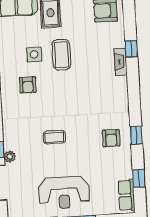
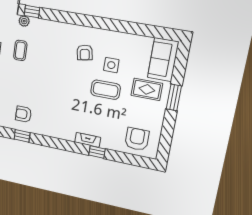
armchair: (28, 85) -> (85, 53), turned -100
coffee table: (54, 137) -> (20, 50), moved

